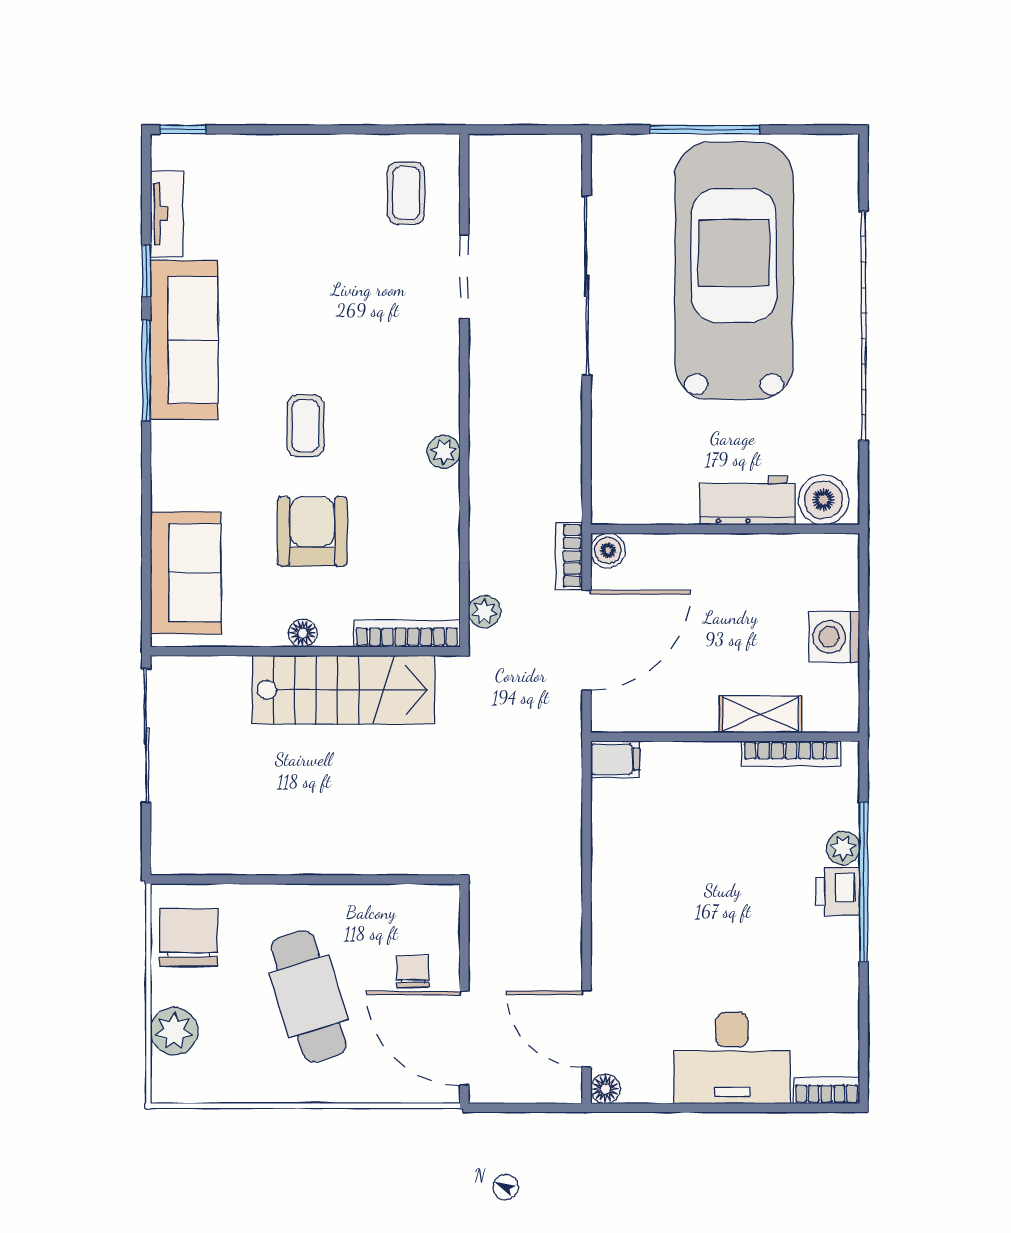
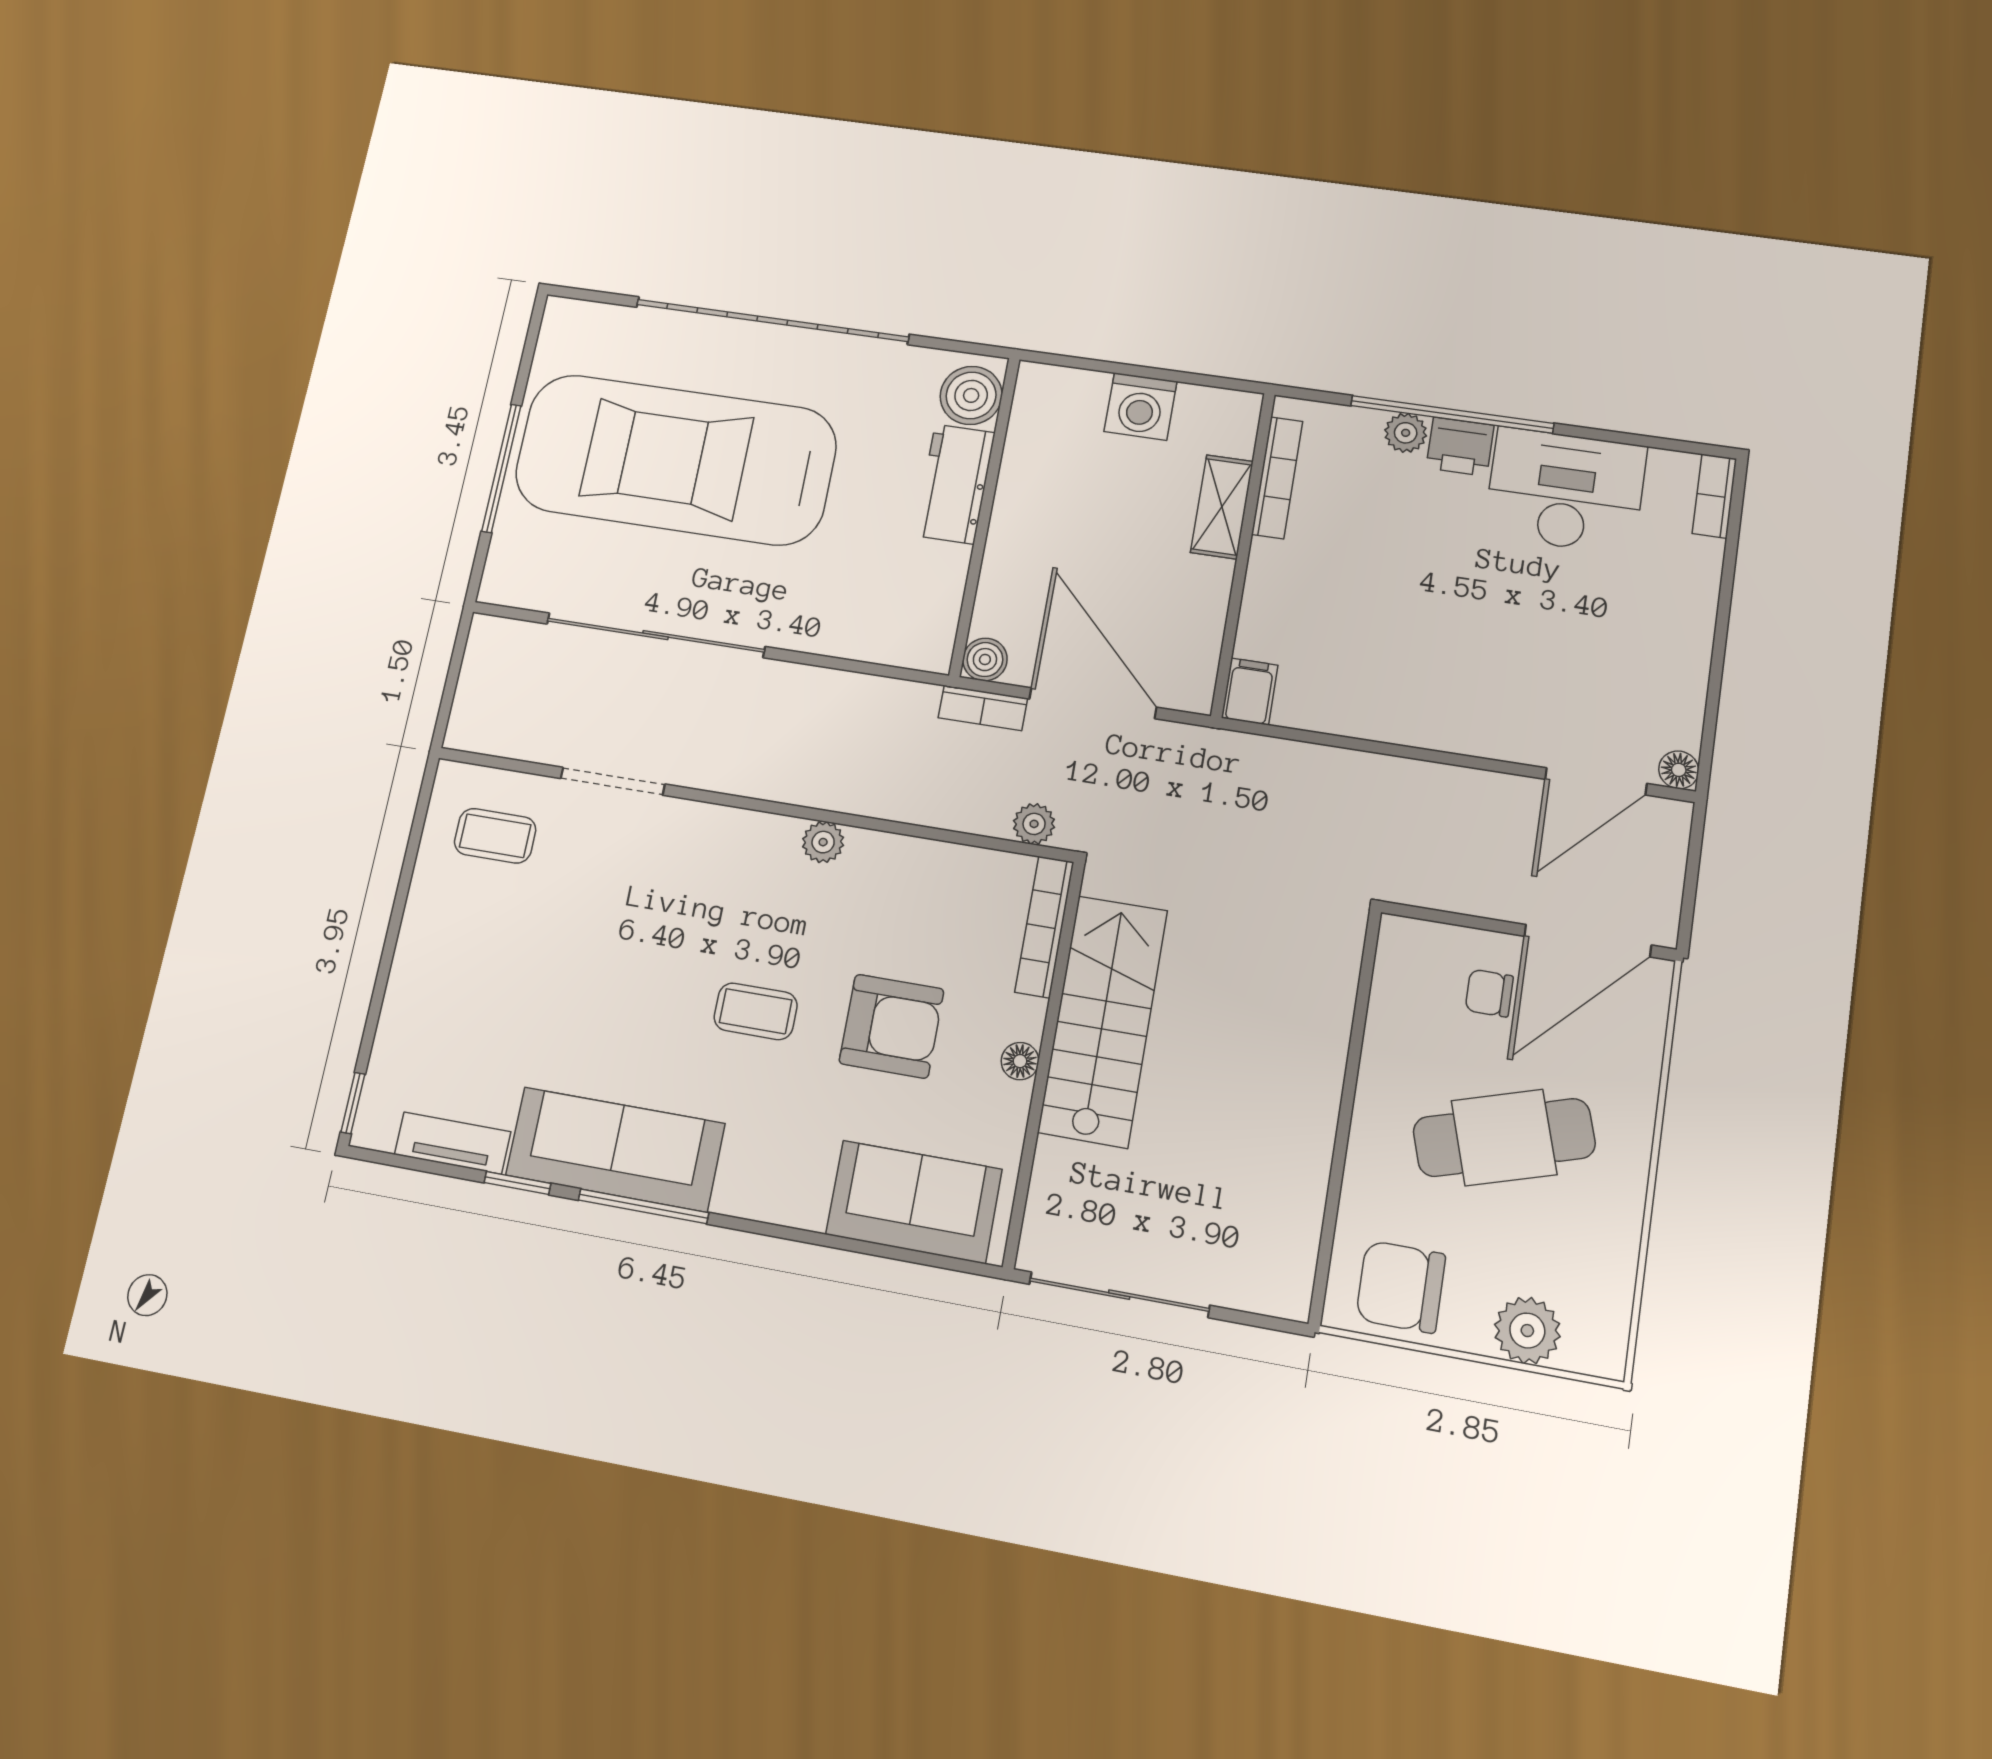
armchair: (312, 531) -> (891, 1026), turned 180
desk: (732, 1058) -> (1565, 491), moved, turned -90

